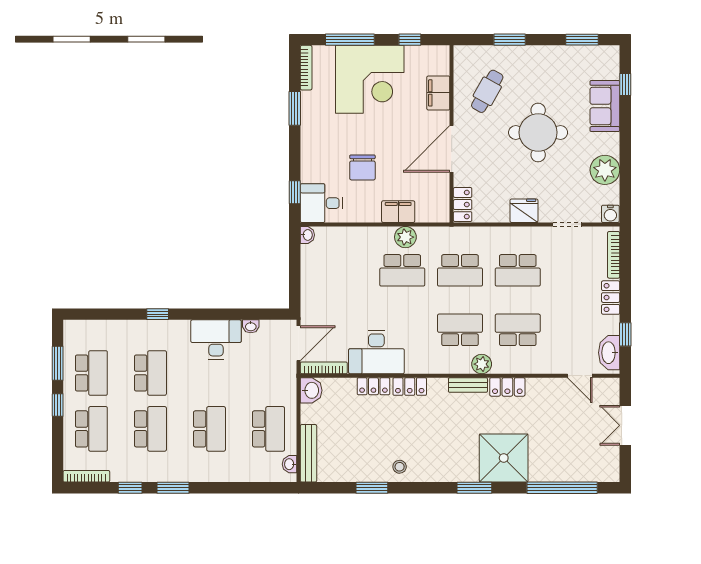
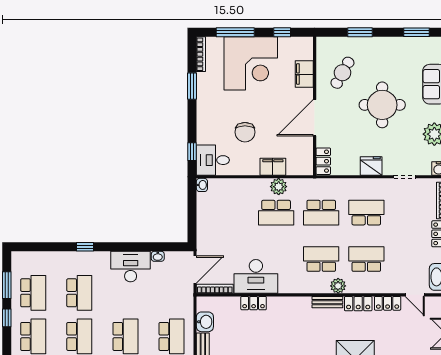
school desk: (518, 270) -> (366, 213), turned 180
locker: (410, 387) -> (388, 303), moved
washbasin: (311, 390) -> (205, 322), moved

